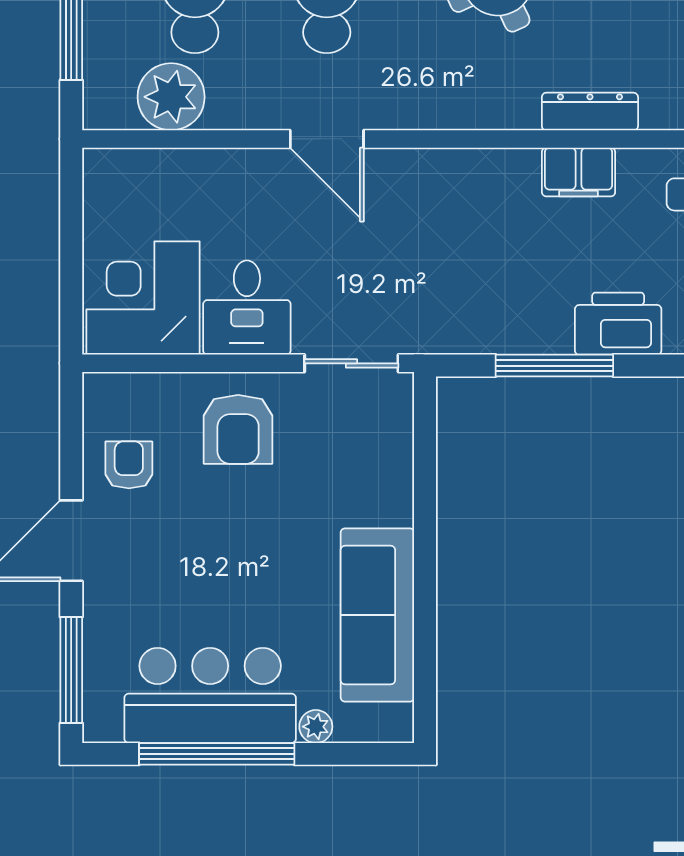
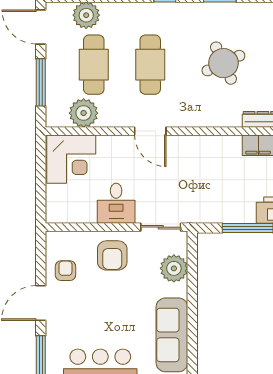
corner desk: (143, 298) -> (71, 159), moved, turned 180
plant: (382, 460) -> (174, 268), added

